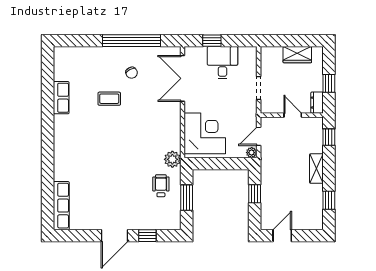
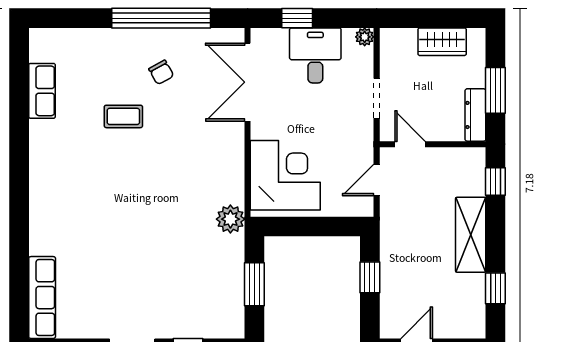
window: (329, 83) -> (495, 90), width x1.50
row of seats: (61, 98) -> (42, 91), moved
dresser: (317, 103) -> (475, 115), width x1.44
door: (293, 115) -> (410, 144), moved
plant: (252, 153) -> (365, 37), moved
shelving: (316, 169) -> (471, 235), width x1.50, depth x1.33
wheelchair: (161, 186) -> (211, 264), removed

